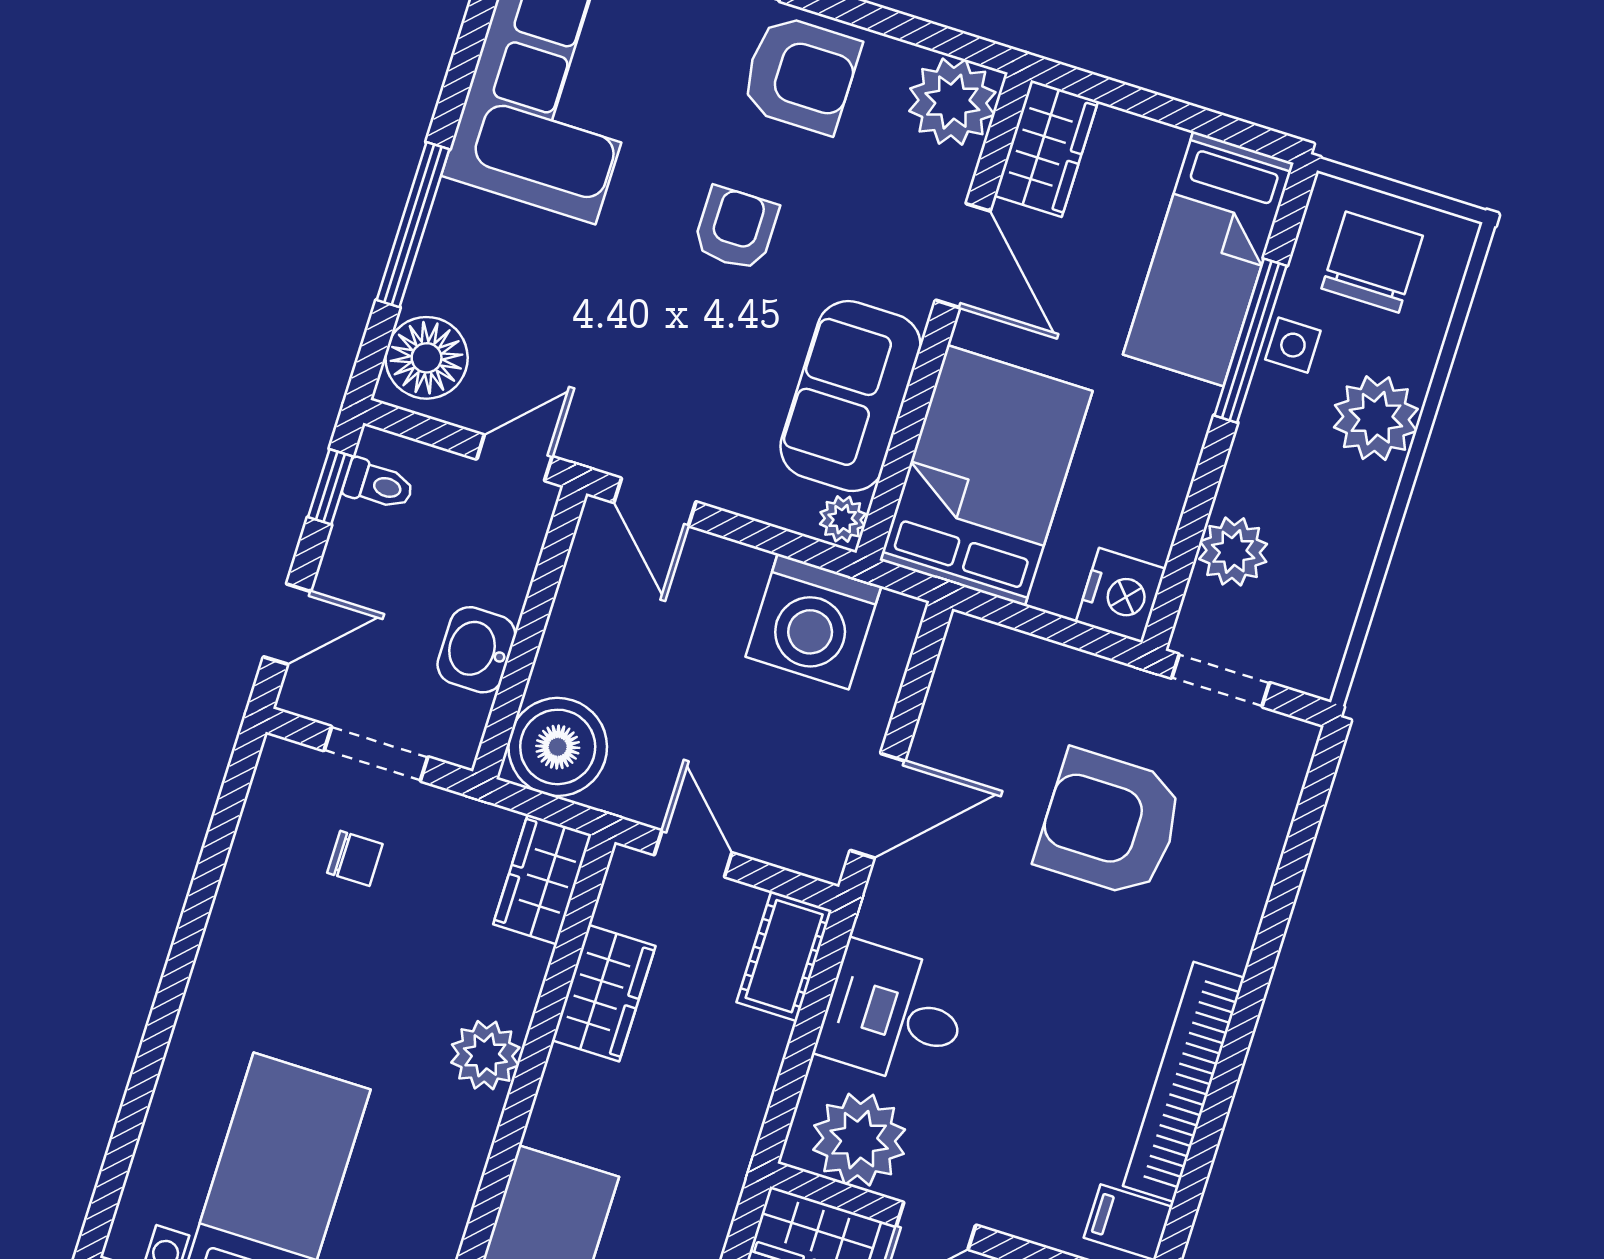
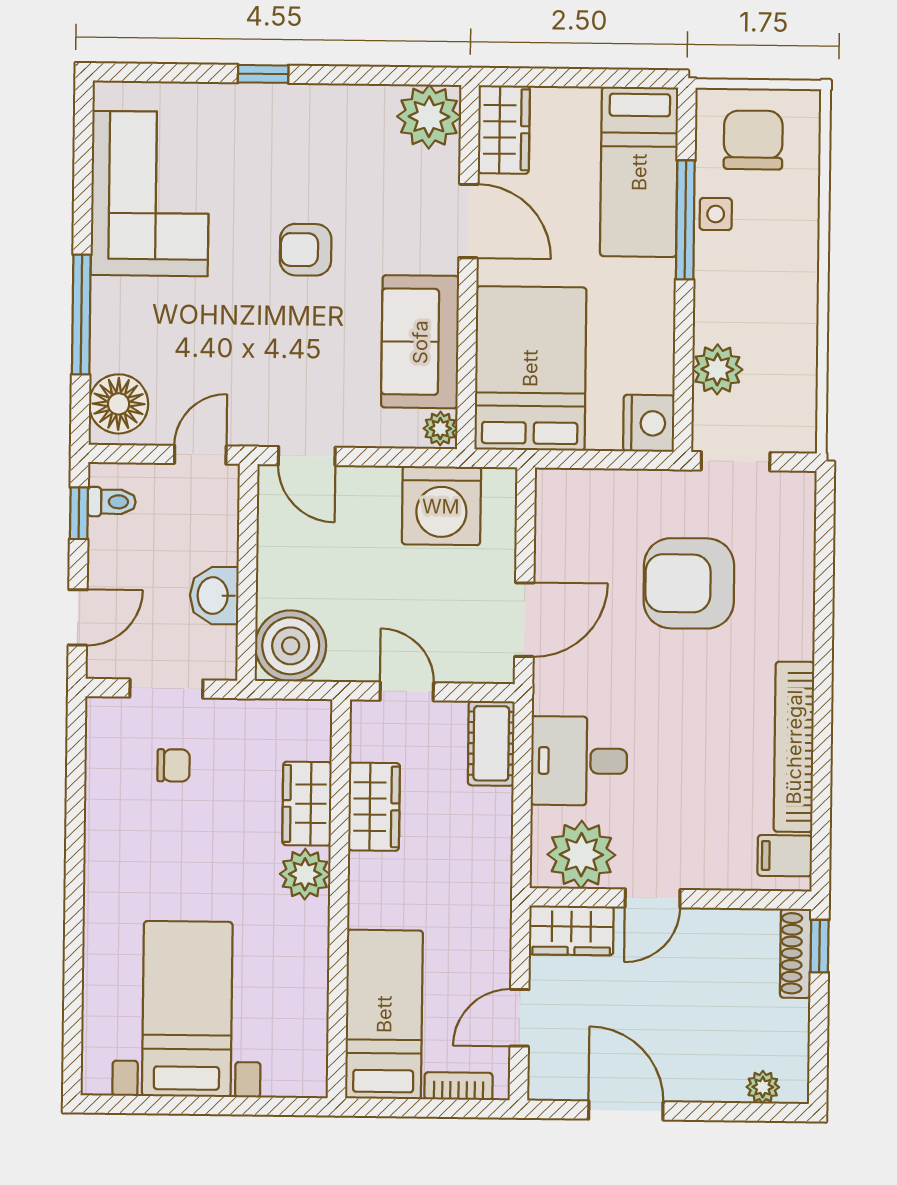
armchair: (801, 74) -> (318, 129), removed
armchair: (736, 228) -> (306, 250), turned -90
plant: (1376, 418) -> (788, 247), removed
wardrobe: (542, 879) -> (307, 804), moved

